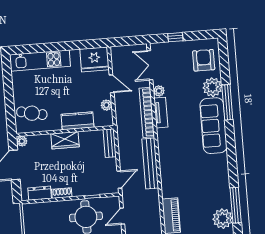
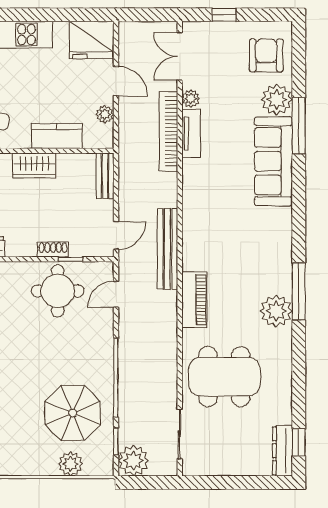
bench: (150, 164) -> (167, 249), moved
shoe rack: (62, 193) -> (53, 250), moved

